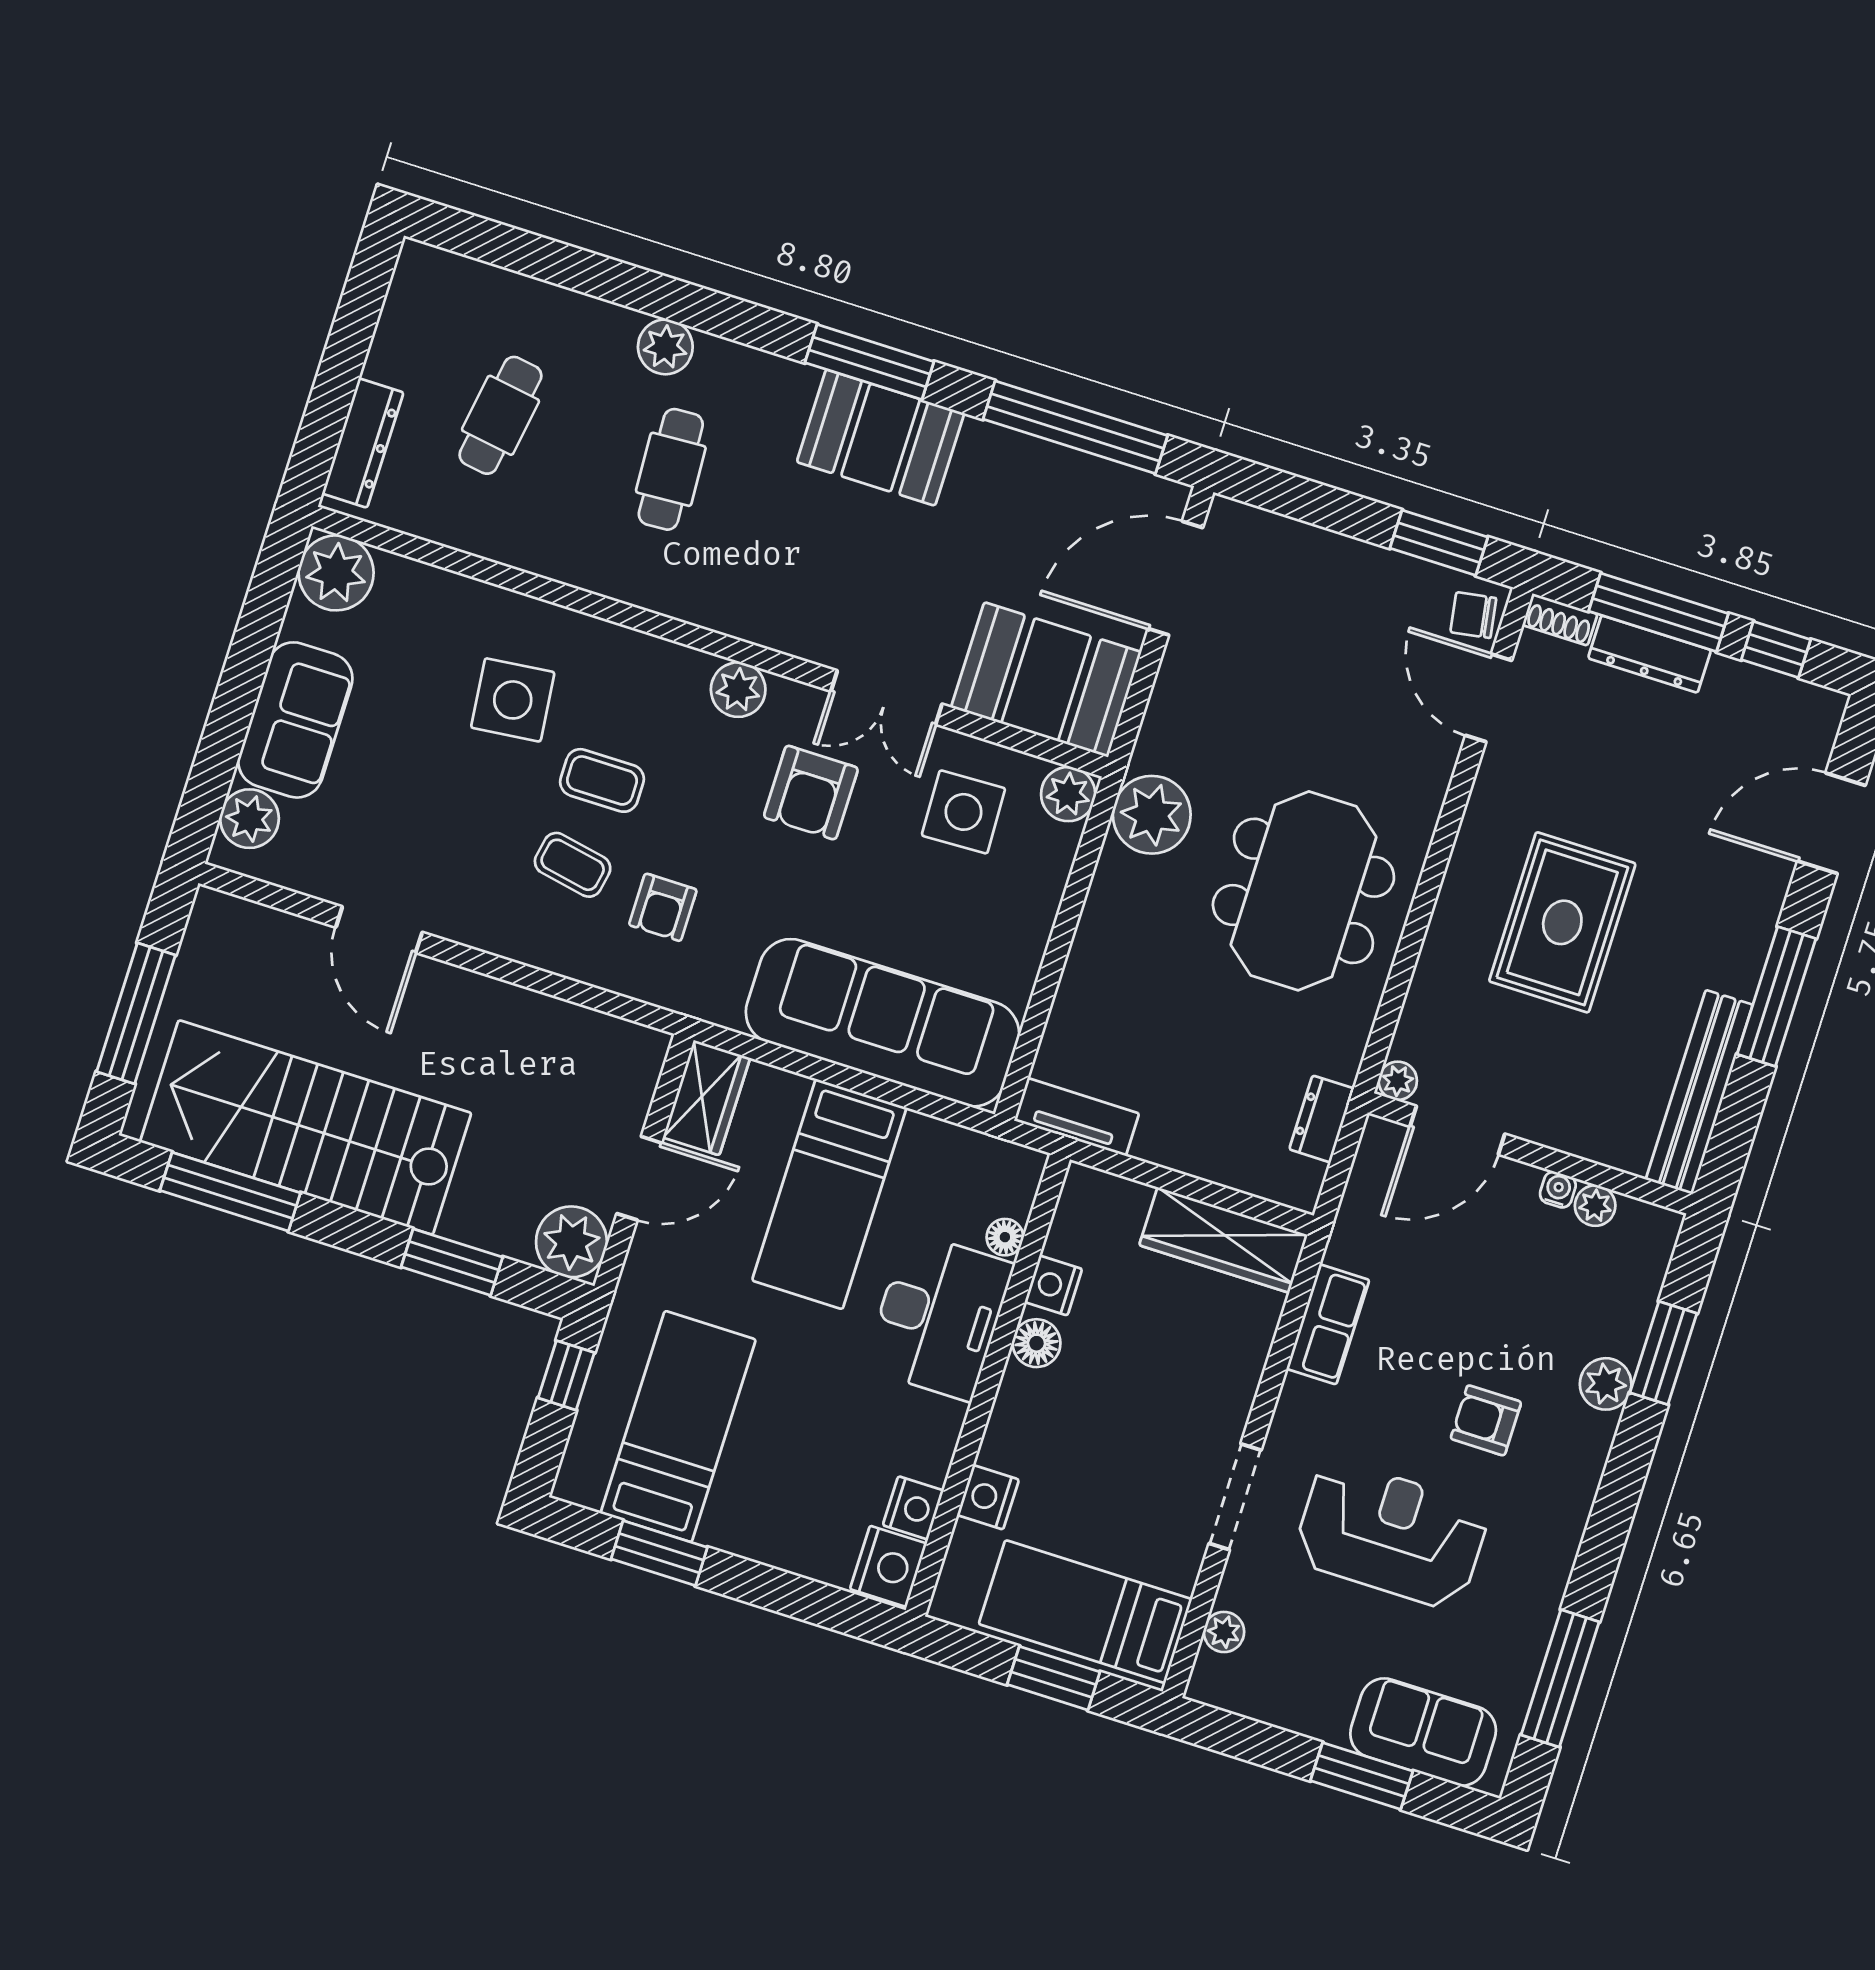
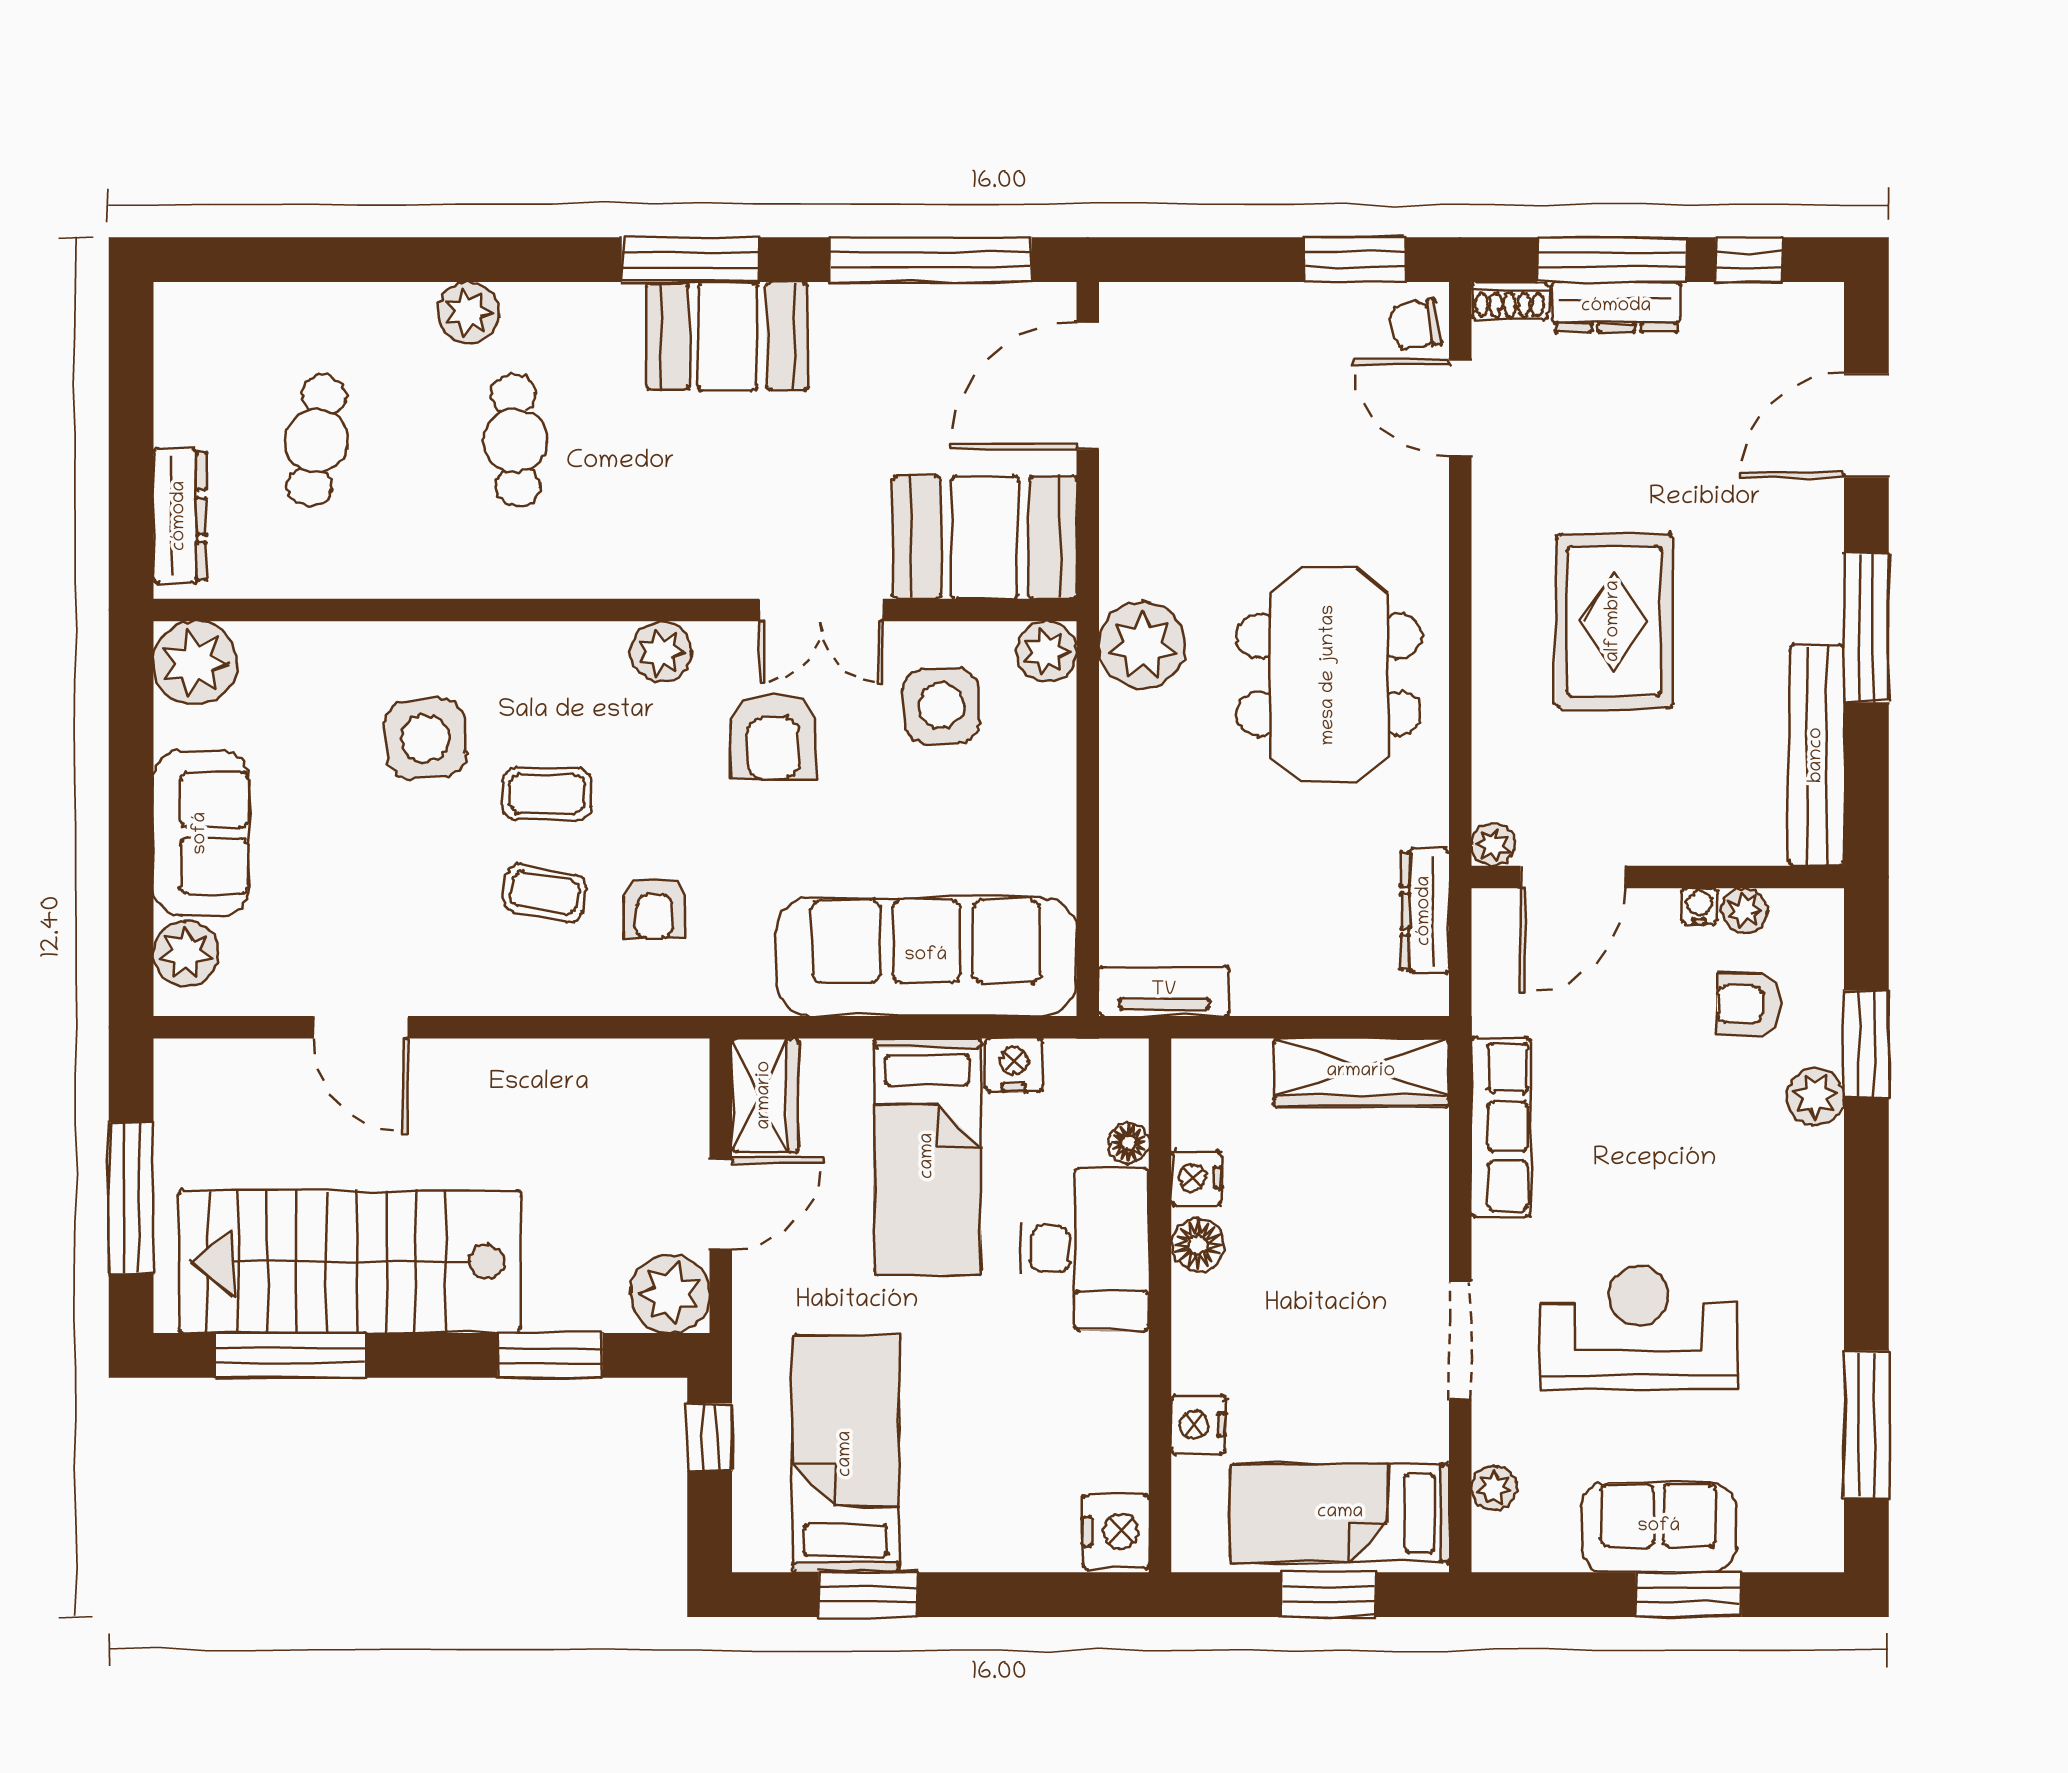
dresser: (1322, 1119) -> (1425, 911), width x1.44
row of seats: (1328, 1324) -> (1501, 1127), width x1.48
armchair: (1486, 1420) -> (1749, 1004), moved
nightstand: (913, 1508) -> (1014, 1065), moved, turned -90
sofa: (1423, 1732) -> (1659, 1527), moved

